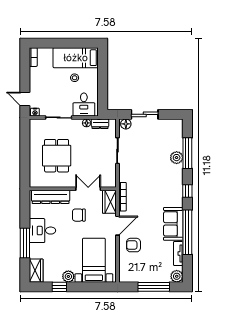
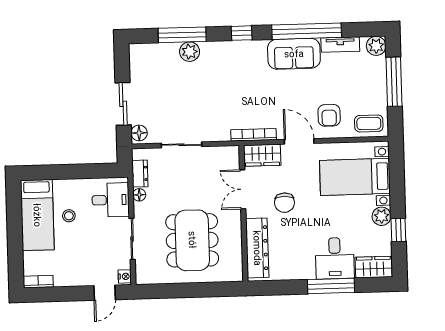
dining table: (57, 156) -> (192, 240), width x1.38
desk: (43, 231) -> (335, 258), moved
coffee table: (128, 270) -> (369, 123), added

